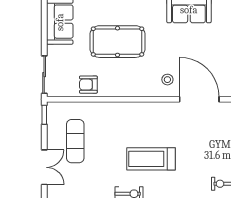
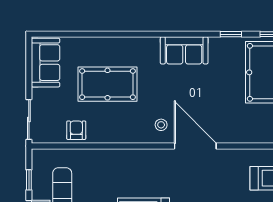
armchair: (88, 85) -> (76, 130), turned 90
window: (44, 115) -> (29, 180), moved

